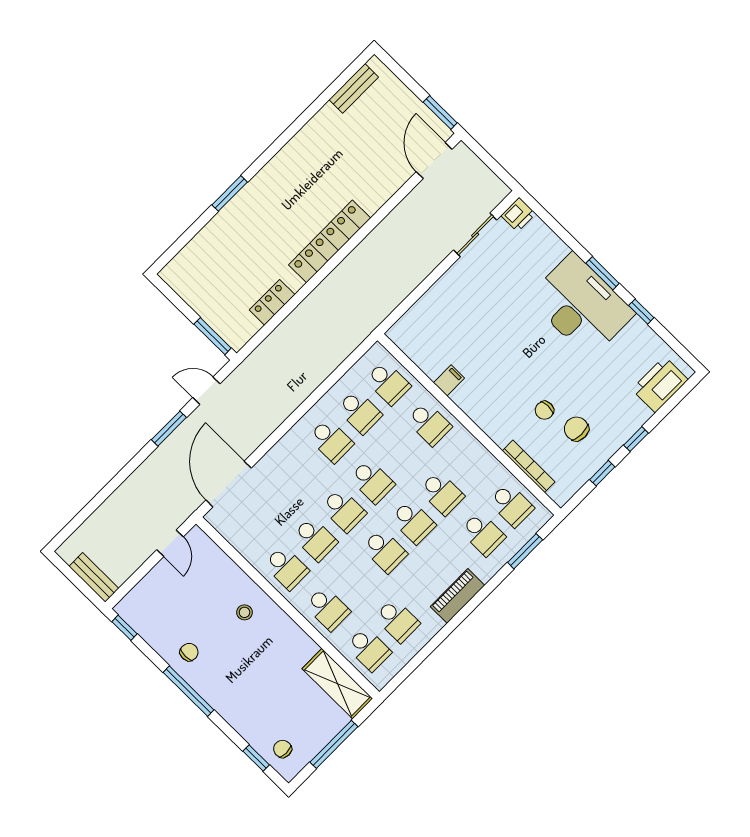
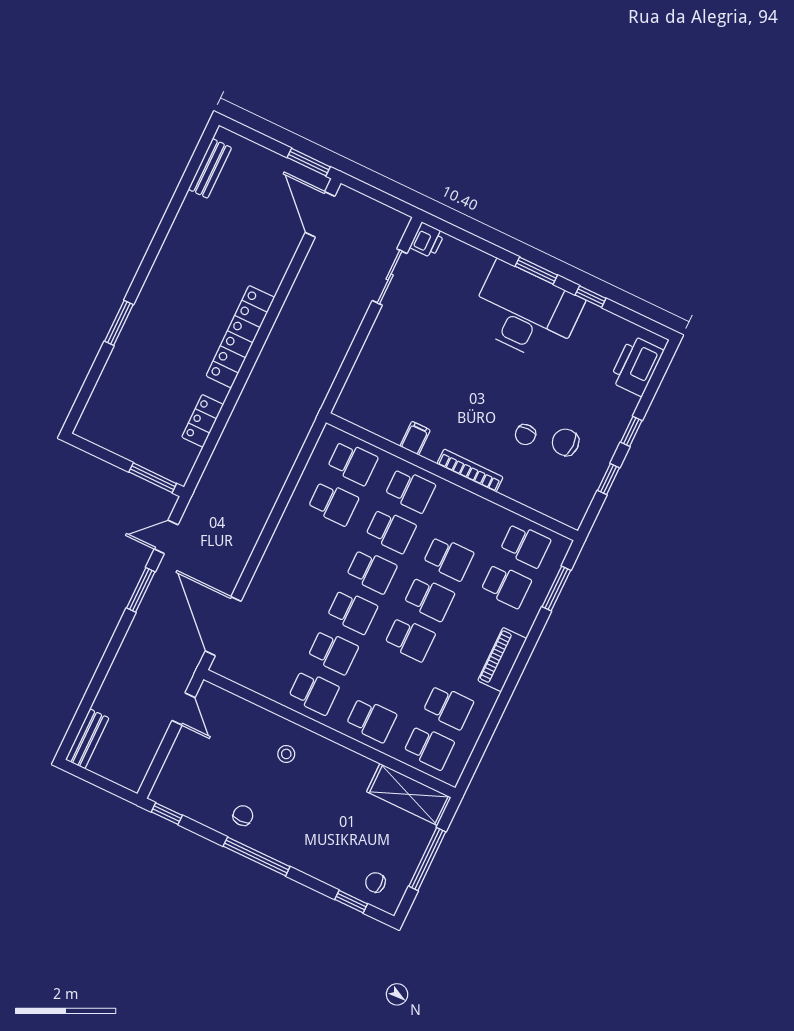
school desk: (331, 441) -> (391, 531), moved
bookcase: (529, 466) -> (470, 470), moved
bench: (94, 577) -> (87, 739), moved, turned 90

